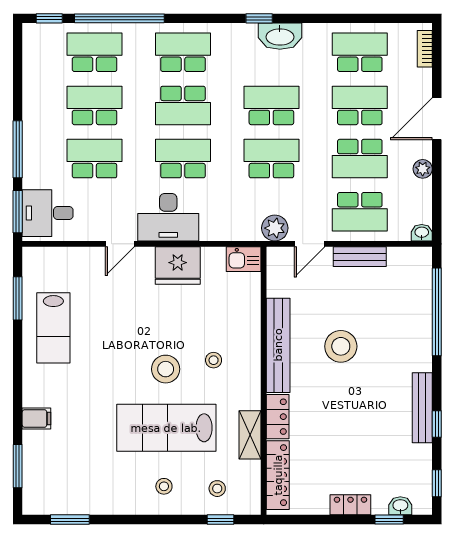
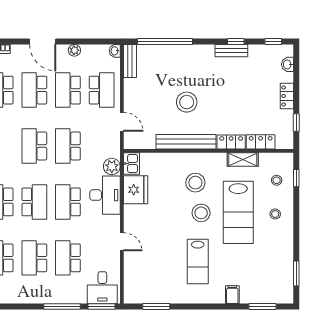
school desk: (360, 159) -> (68, 90), turned 180
desk: (168, 217) -> (105, 195), moved
plant: (275, 228) -> (112, 166), moved
bench: (360, 257) -> (130, 61), moved
fridge: (178, 266) -> (136, 190), moved
lab bench: (53, 328) -> (198, 262), moved, turned 90
stool: (214, 360) -> (195, 183), width x1.89, depth x1.89
bench: (422, 408) -> (231, 51), width x0.73
locker: (278, 475) -> (261, 142), width x0.66
window: (389, 520) -> (296, 122), moved

